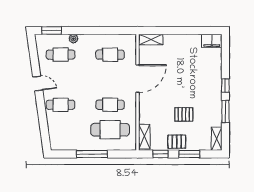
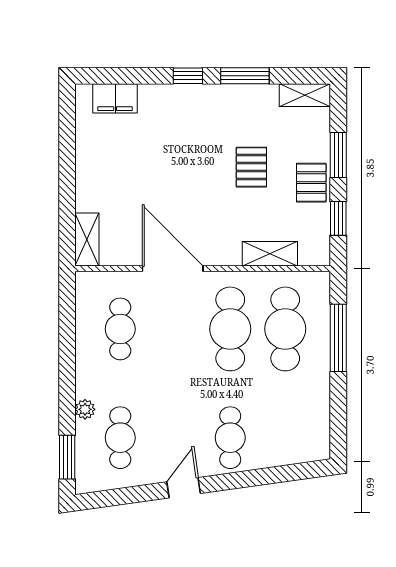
filing cabinet: (212, 41) -> (115, 98), moved, turned 90
cafe table: (110, 105) -> (230, 329), width x1.37, depth x1.35
shelving: (144, 137) -> (270, 254), moved
window: (92, 154) -> (338, 338), moved

